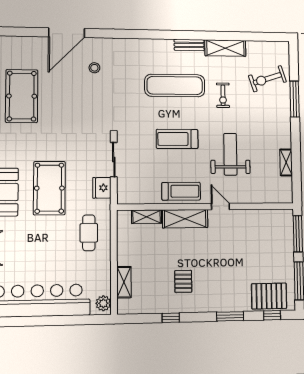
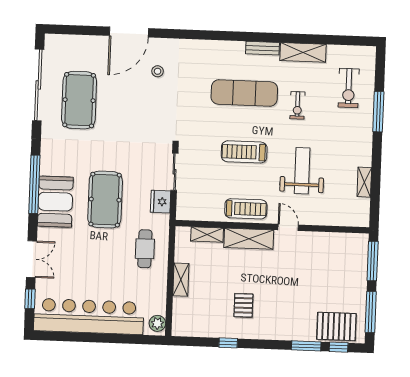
exercise bike: (267, 79) -> (349, 88), turned -72
shelving: (124, 282) -> (181, 280), moved
window: (230, 316) -> (306, 346), moved

